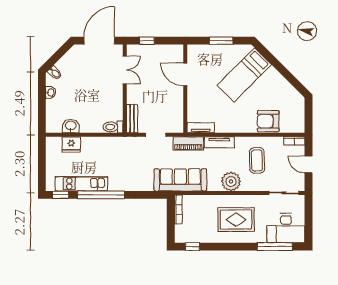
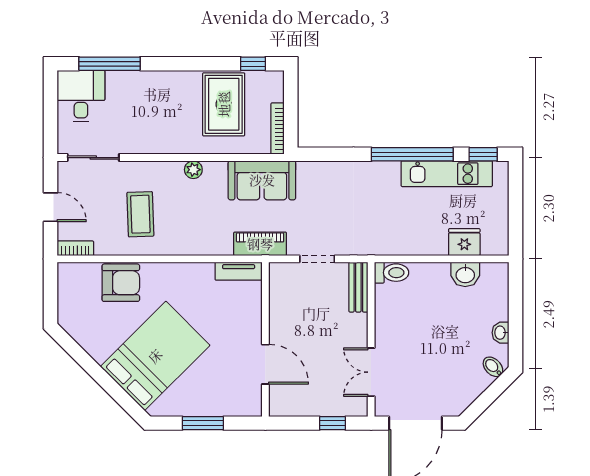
bed: (244, 75) -> (155, 356), width x1.50
tv unit: (219, 142) -> (206, 246), removed
sofa: (180, 180) -> (262, 180), width x0.73
plant: (231, 181) -> (193, 170), width x0.53, depth x0.53
rug: (236, 220) -> (224, 104), moved, turned 90
desk: (286, 228) -> (81, 96), width x0.73

